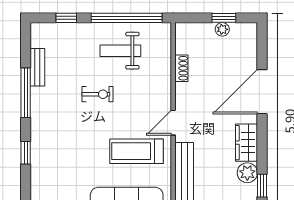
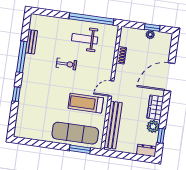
window: (66, 18) -> (54, 14), removed

